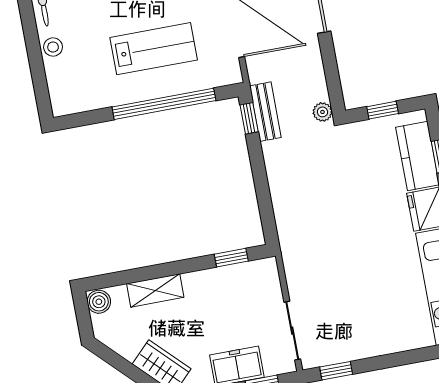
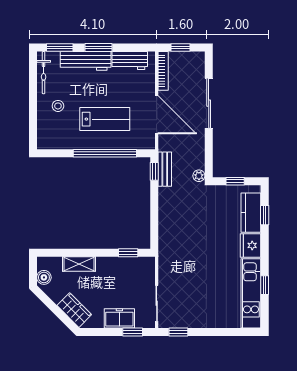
stool: (53, 47) -> (58, 106), moved
boiler: (99, 302) -> (44, 277), moved

